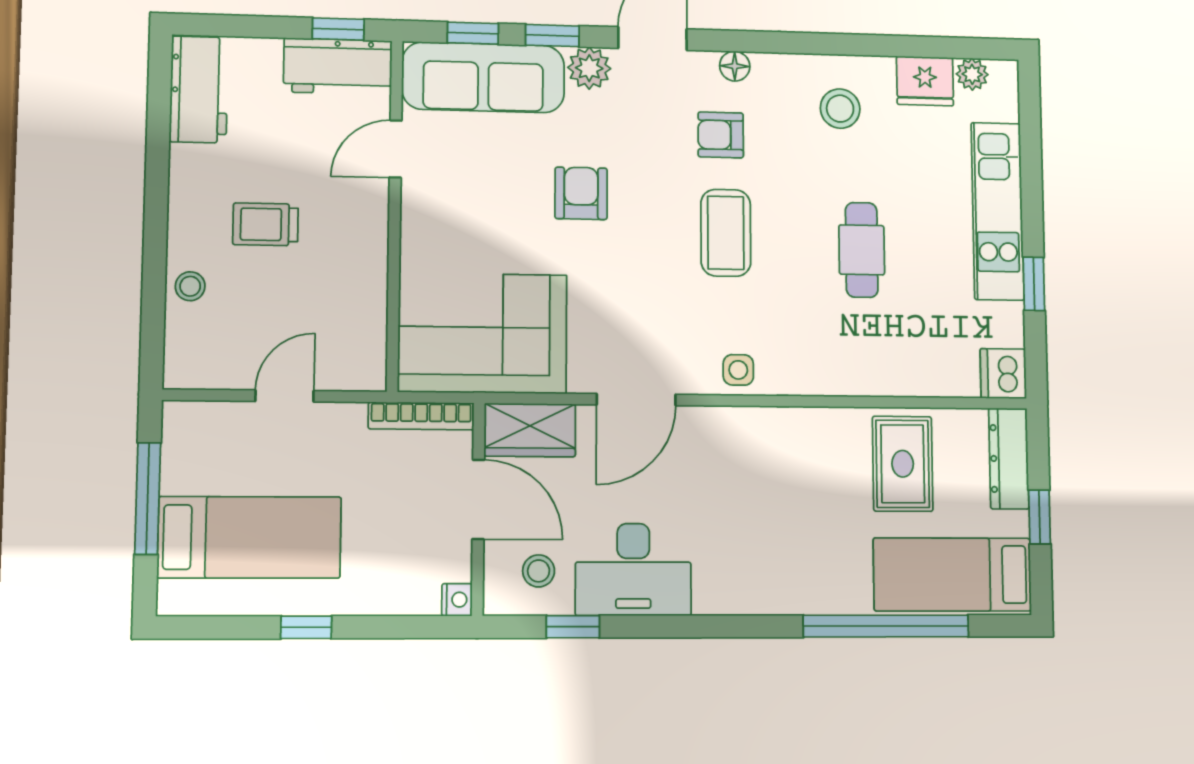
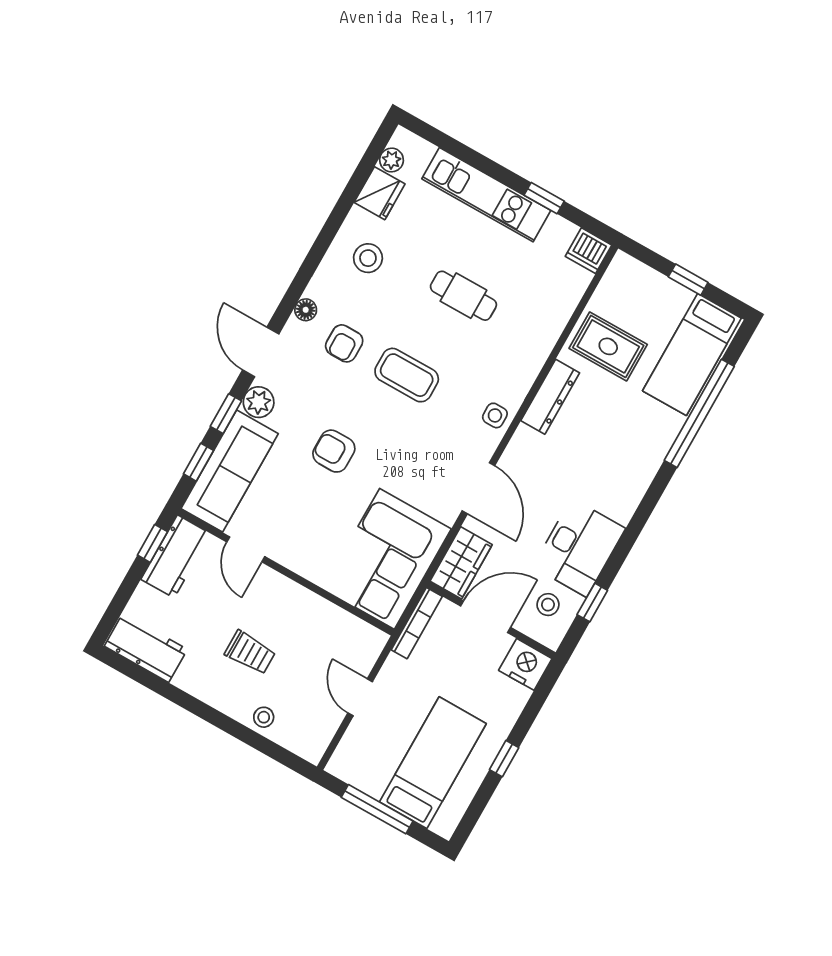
trolley: (265, 224) -> (250, 653), turned -90
dresser: (1009, 459) -> (550, 397), moved, turned -90
nightstand: (457, 600) -> (525, 664), width x1.89, depth x1.79

